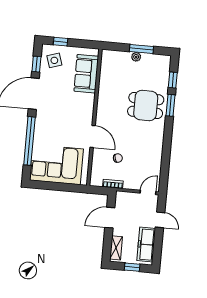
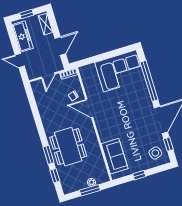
window: (61, 42) -> (139, 175), moved
sofa: (86, 74) -> (115, 156), moved
dining table: (146, 106) -> (68, 147), width x1.38
wall: (94, 117) -> (94, 124), moved
door: (93, 136) -> (89, 108), moved
door: (148, 192) -> (48, 75), moved

